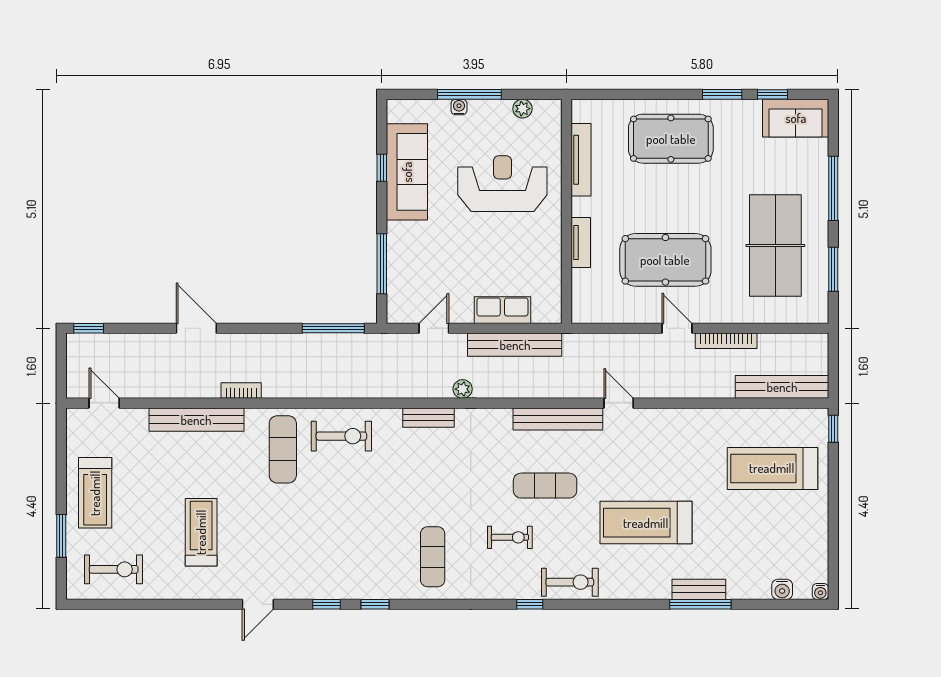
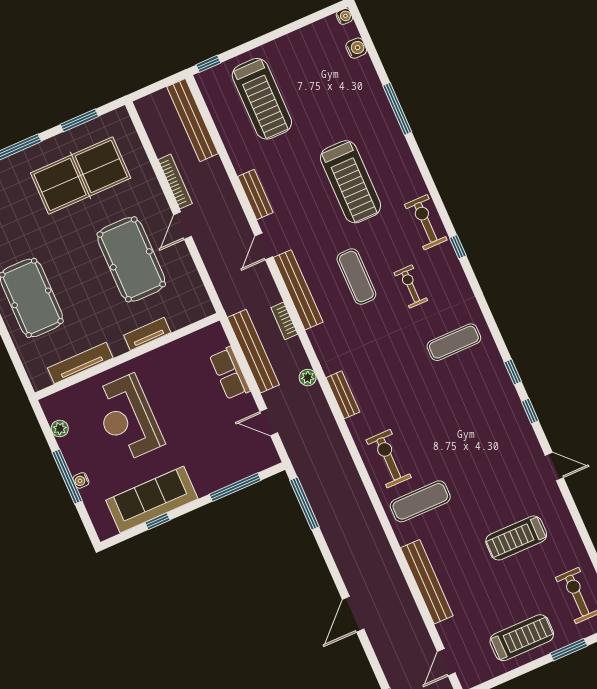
bookcase: (241, 391) -> (284, 321), moved
bench: (699, 589) -> (255, 195), moved

